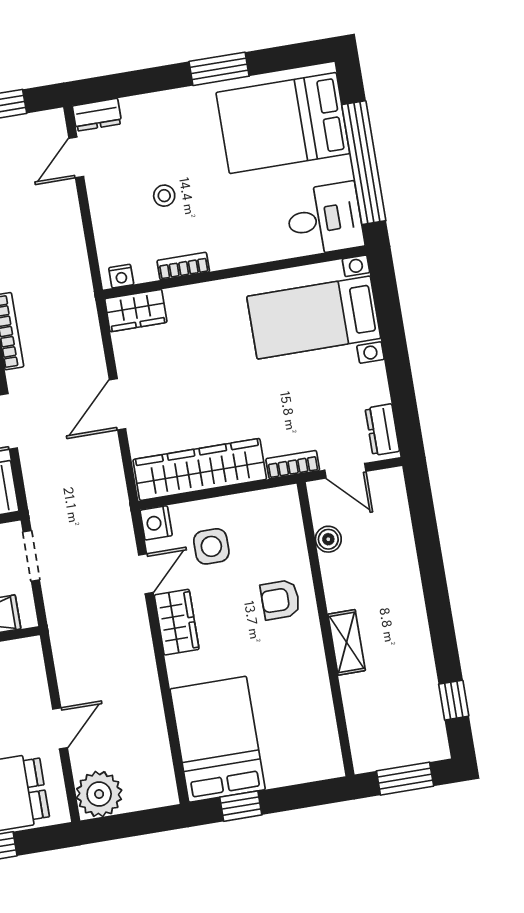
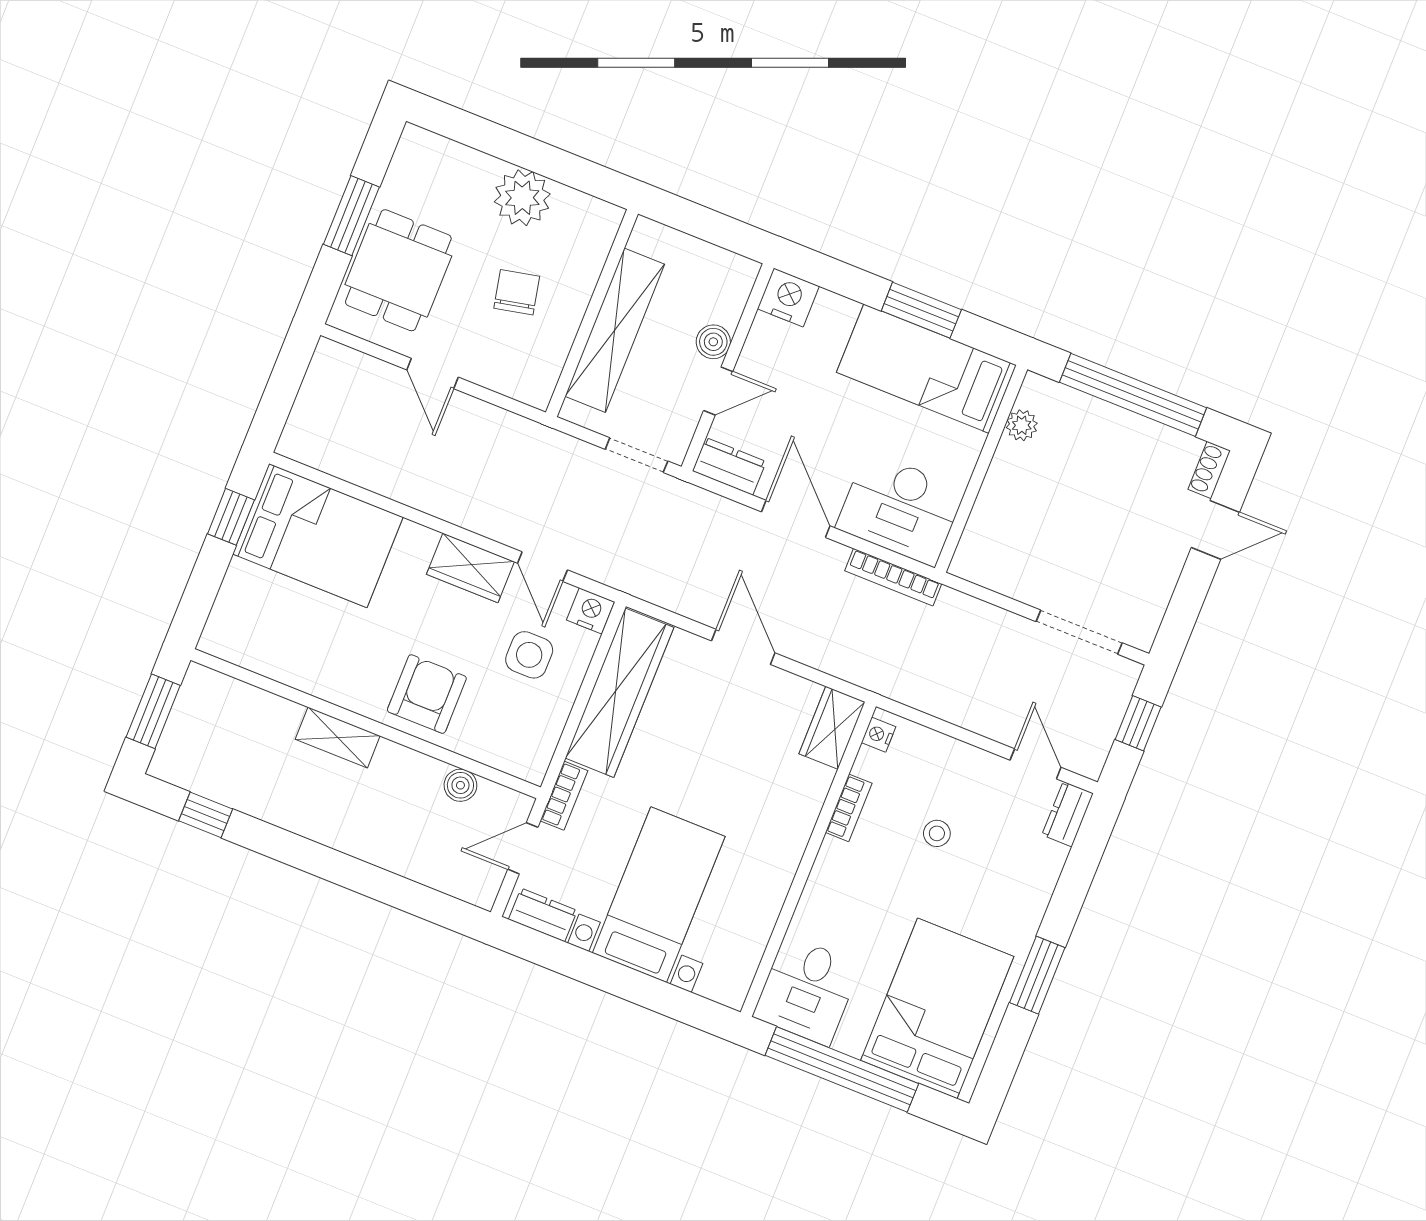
bed with nightstands: (314, 317) -> (659, 895), moved
armchair: (280, 600) -> (427, 694), width x1.38, depth x1.38
plant: (99, 794) -> (336, 372), removed

